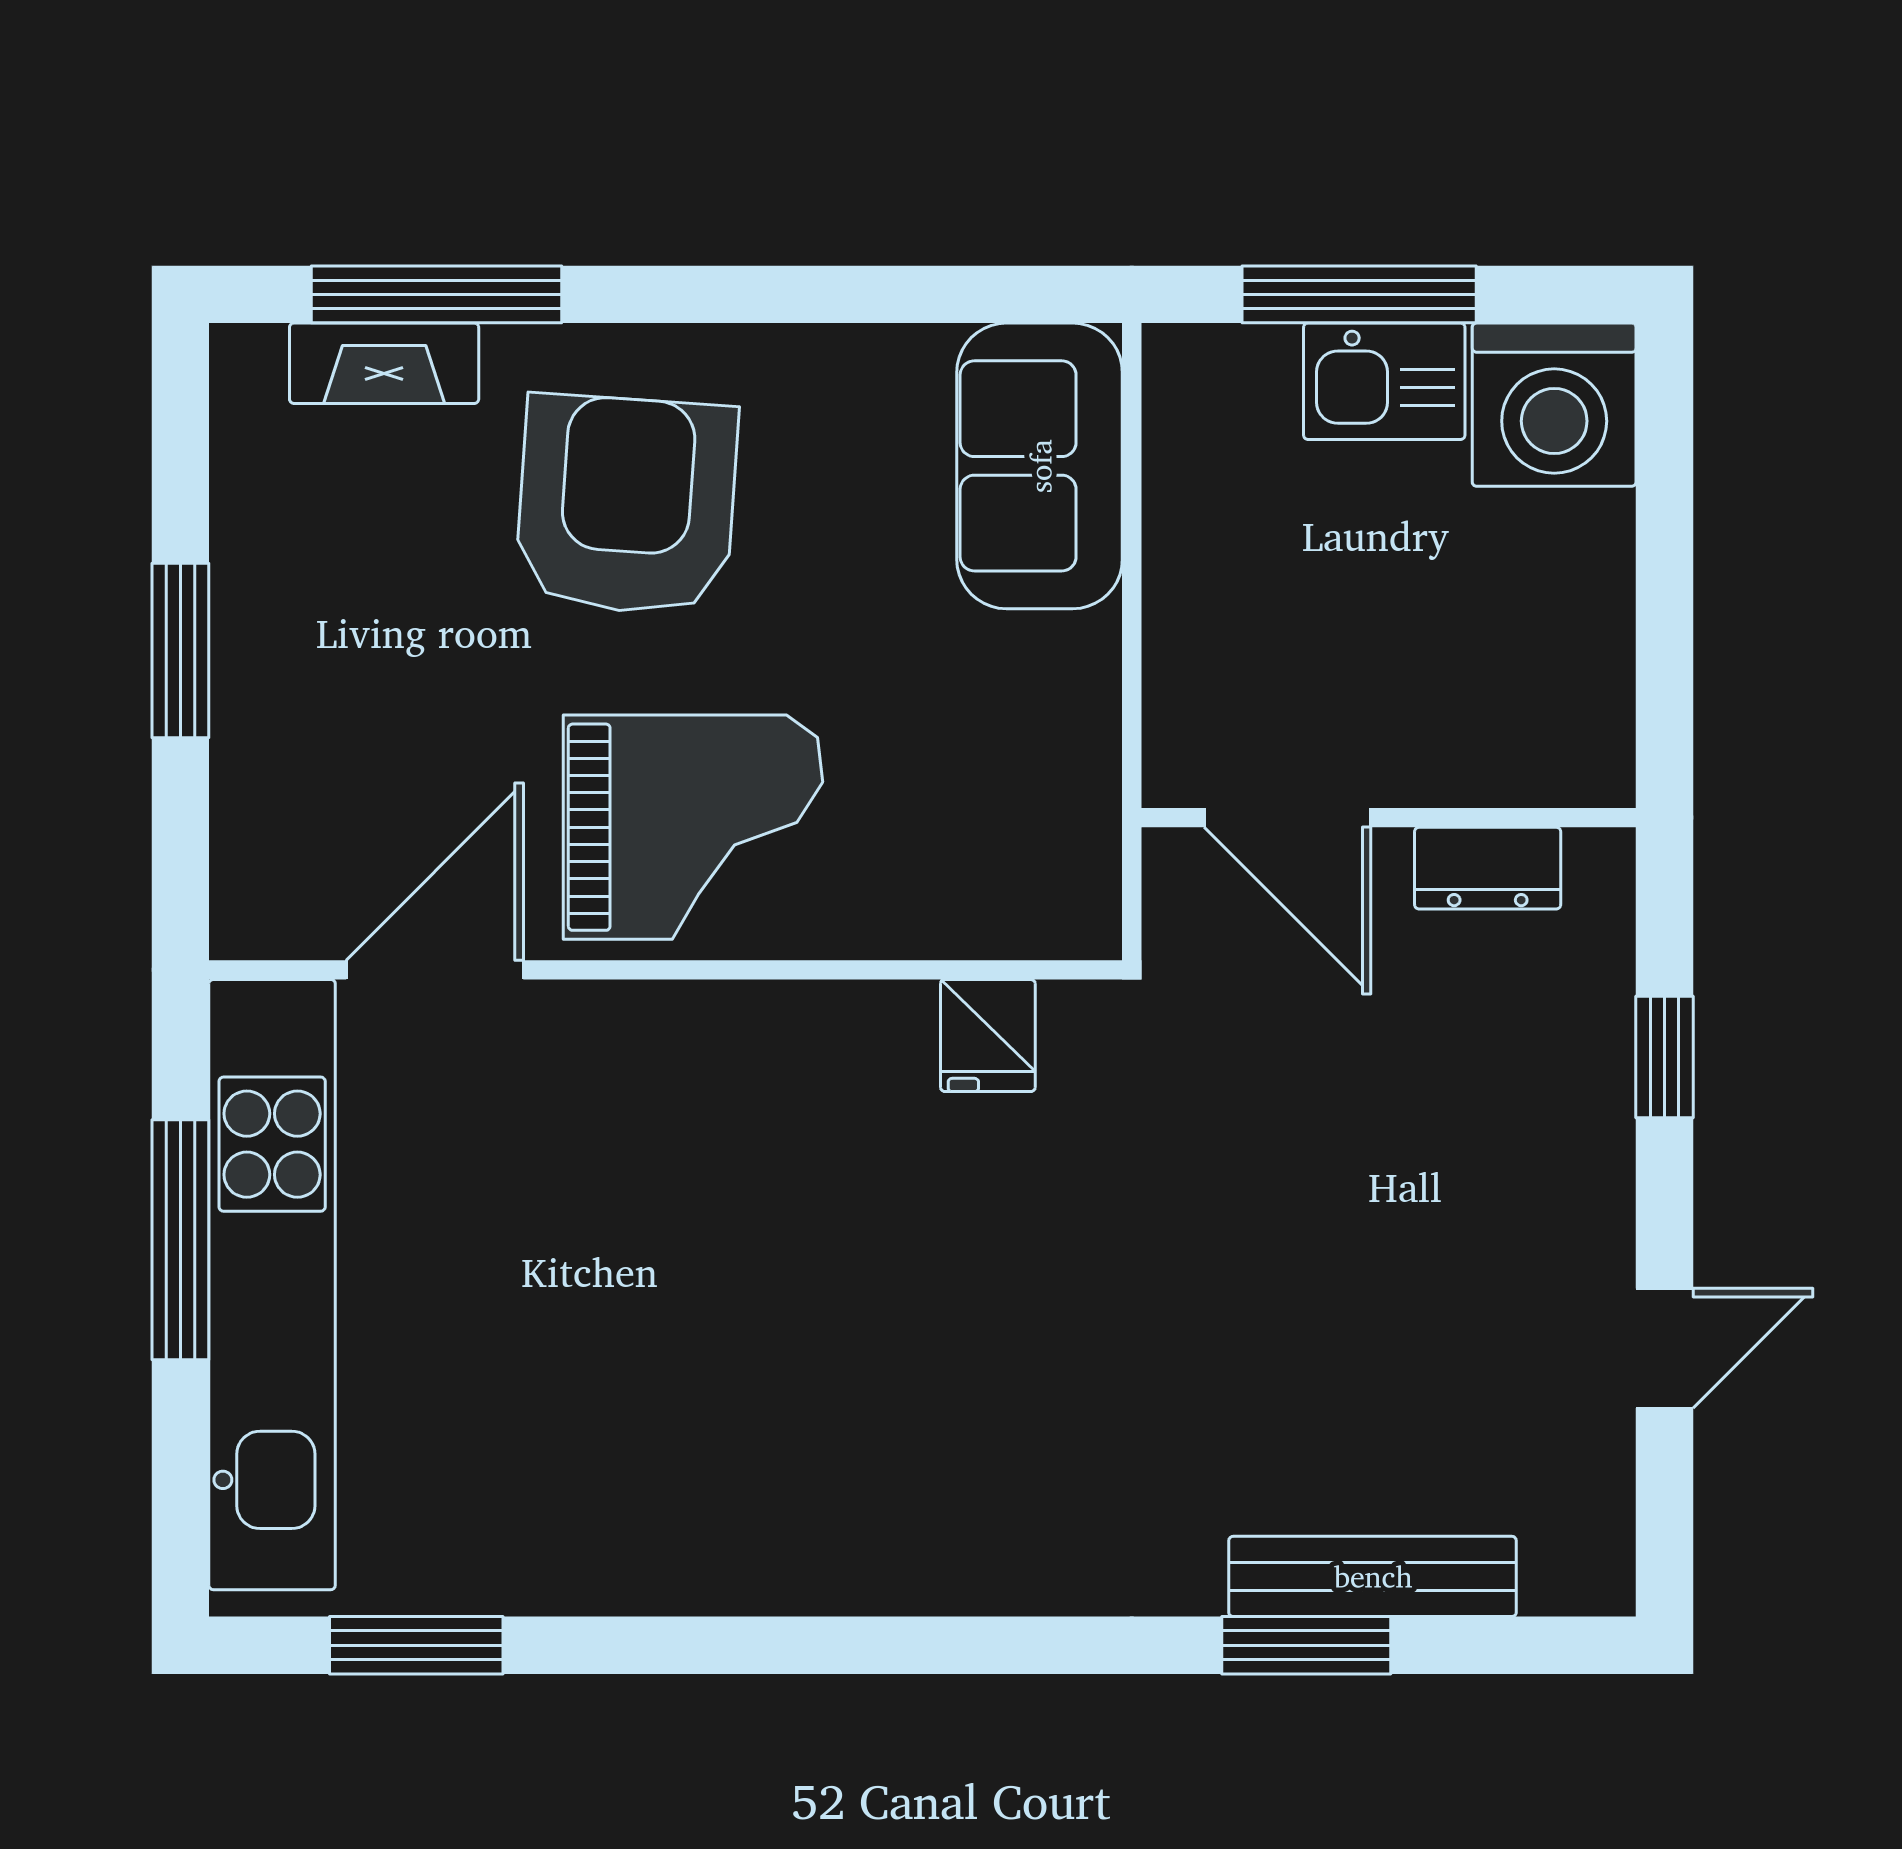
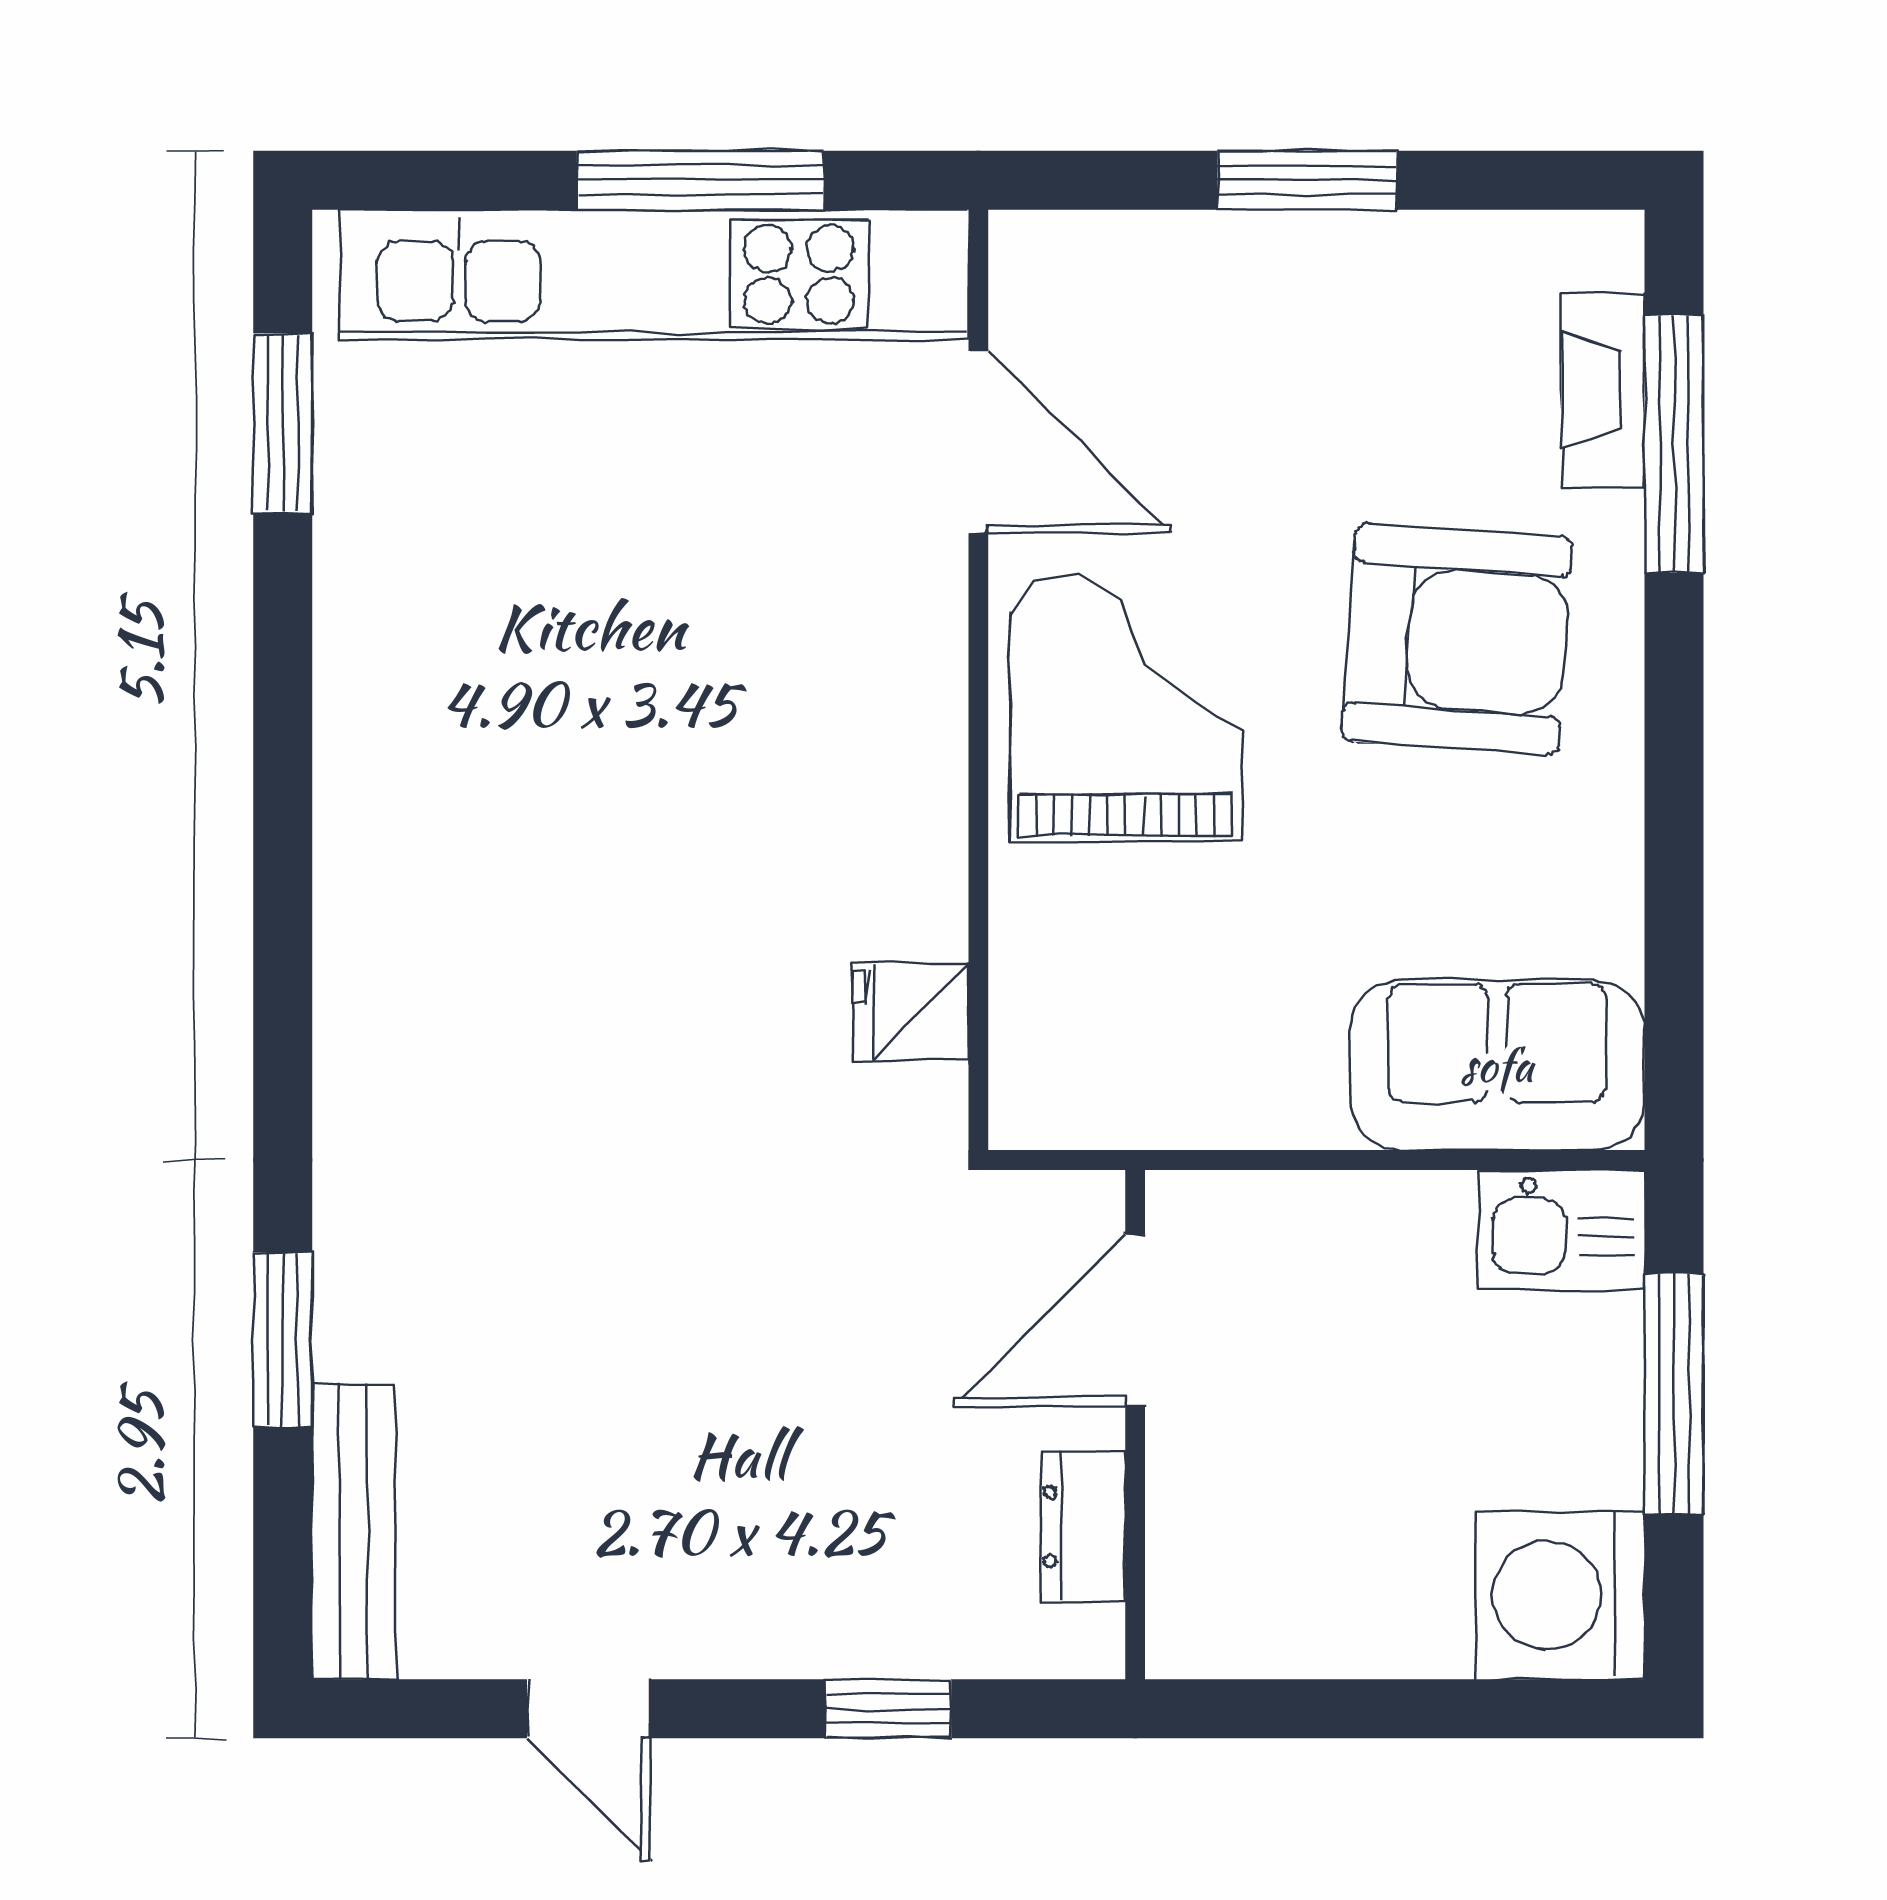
kitchen sink: (1384, 381) -> (1562, 1230), moved, turned -90
grand piano: (693, 827) -> (1125, 708), turned 180
bench: (1373, 1576) -> (354, 1531), moved

